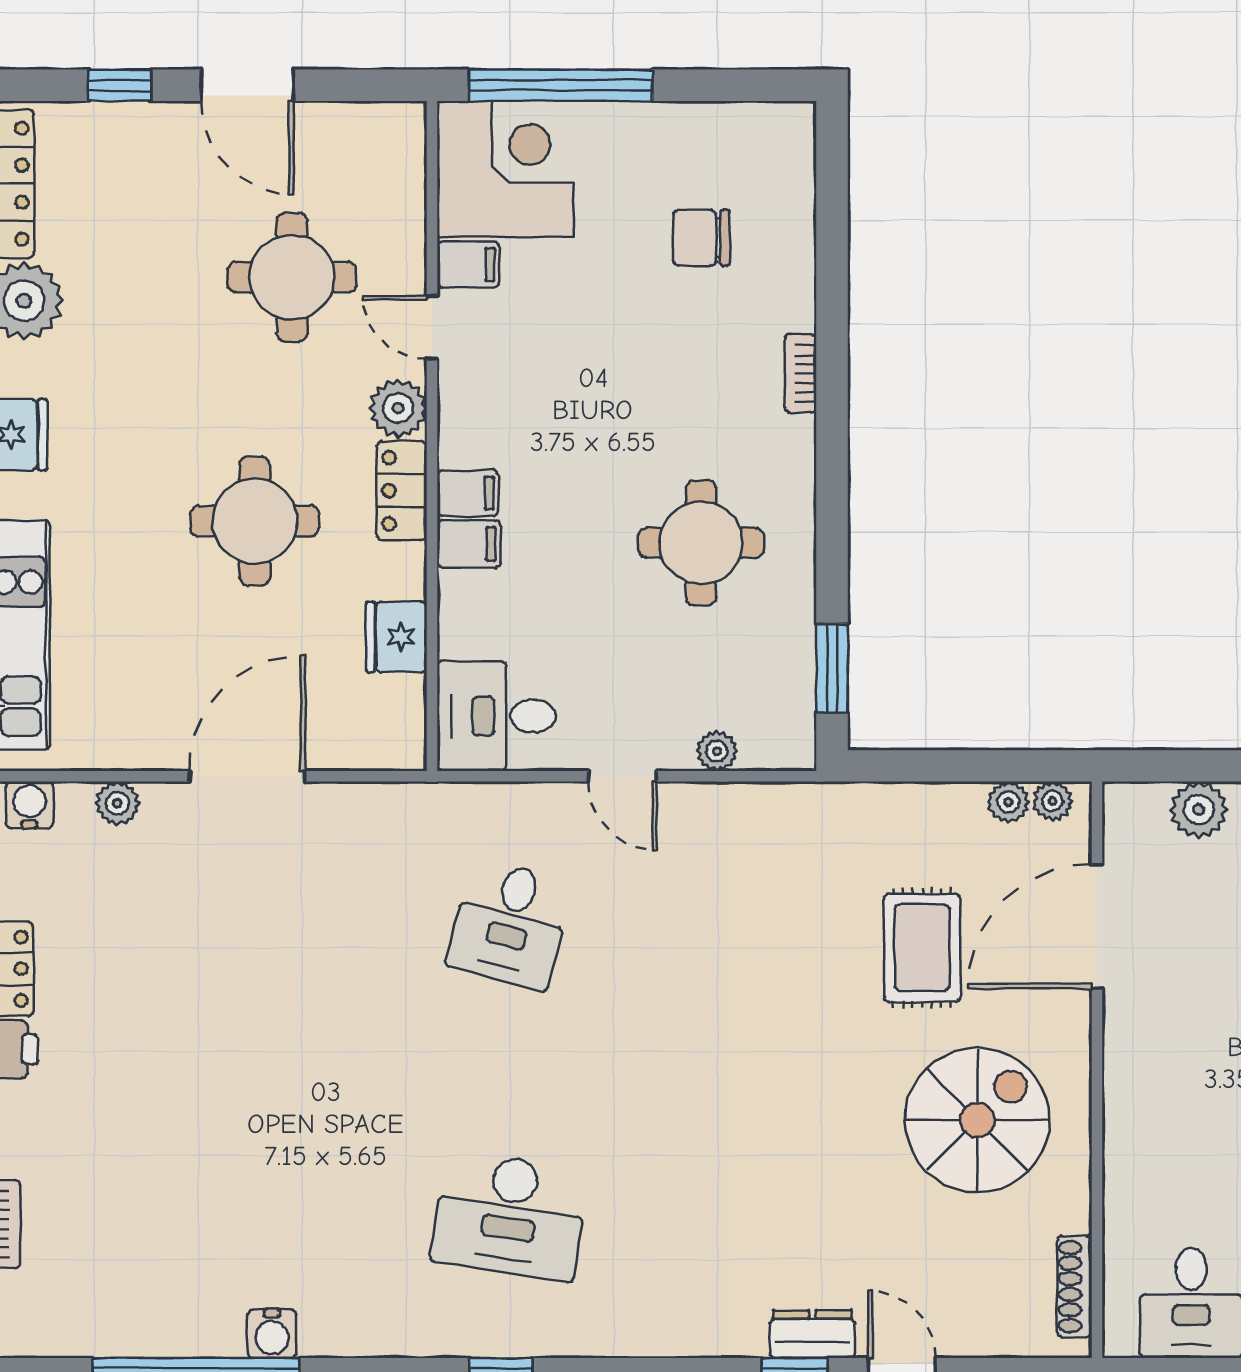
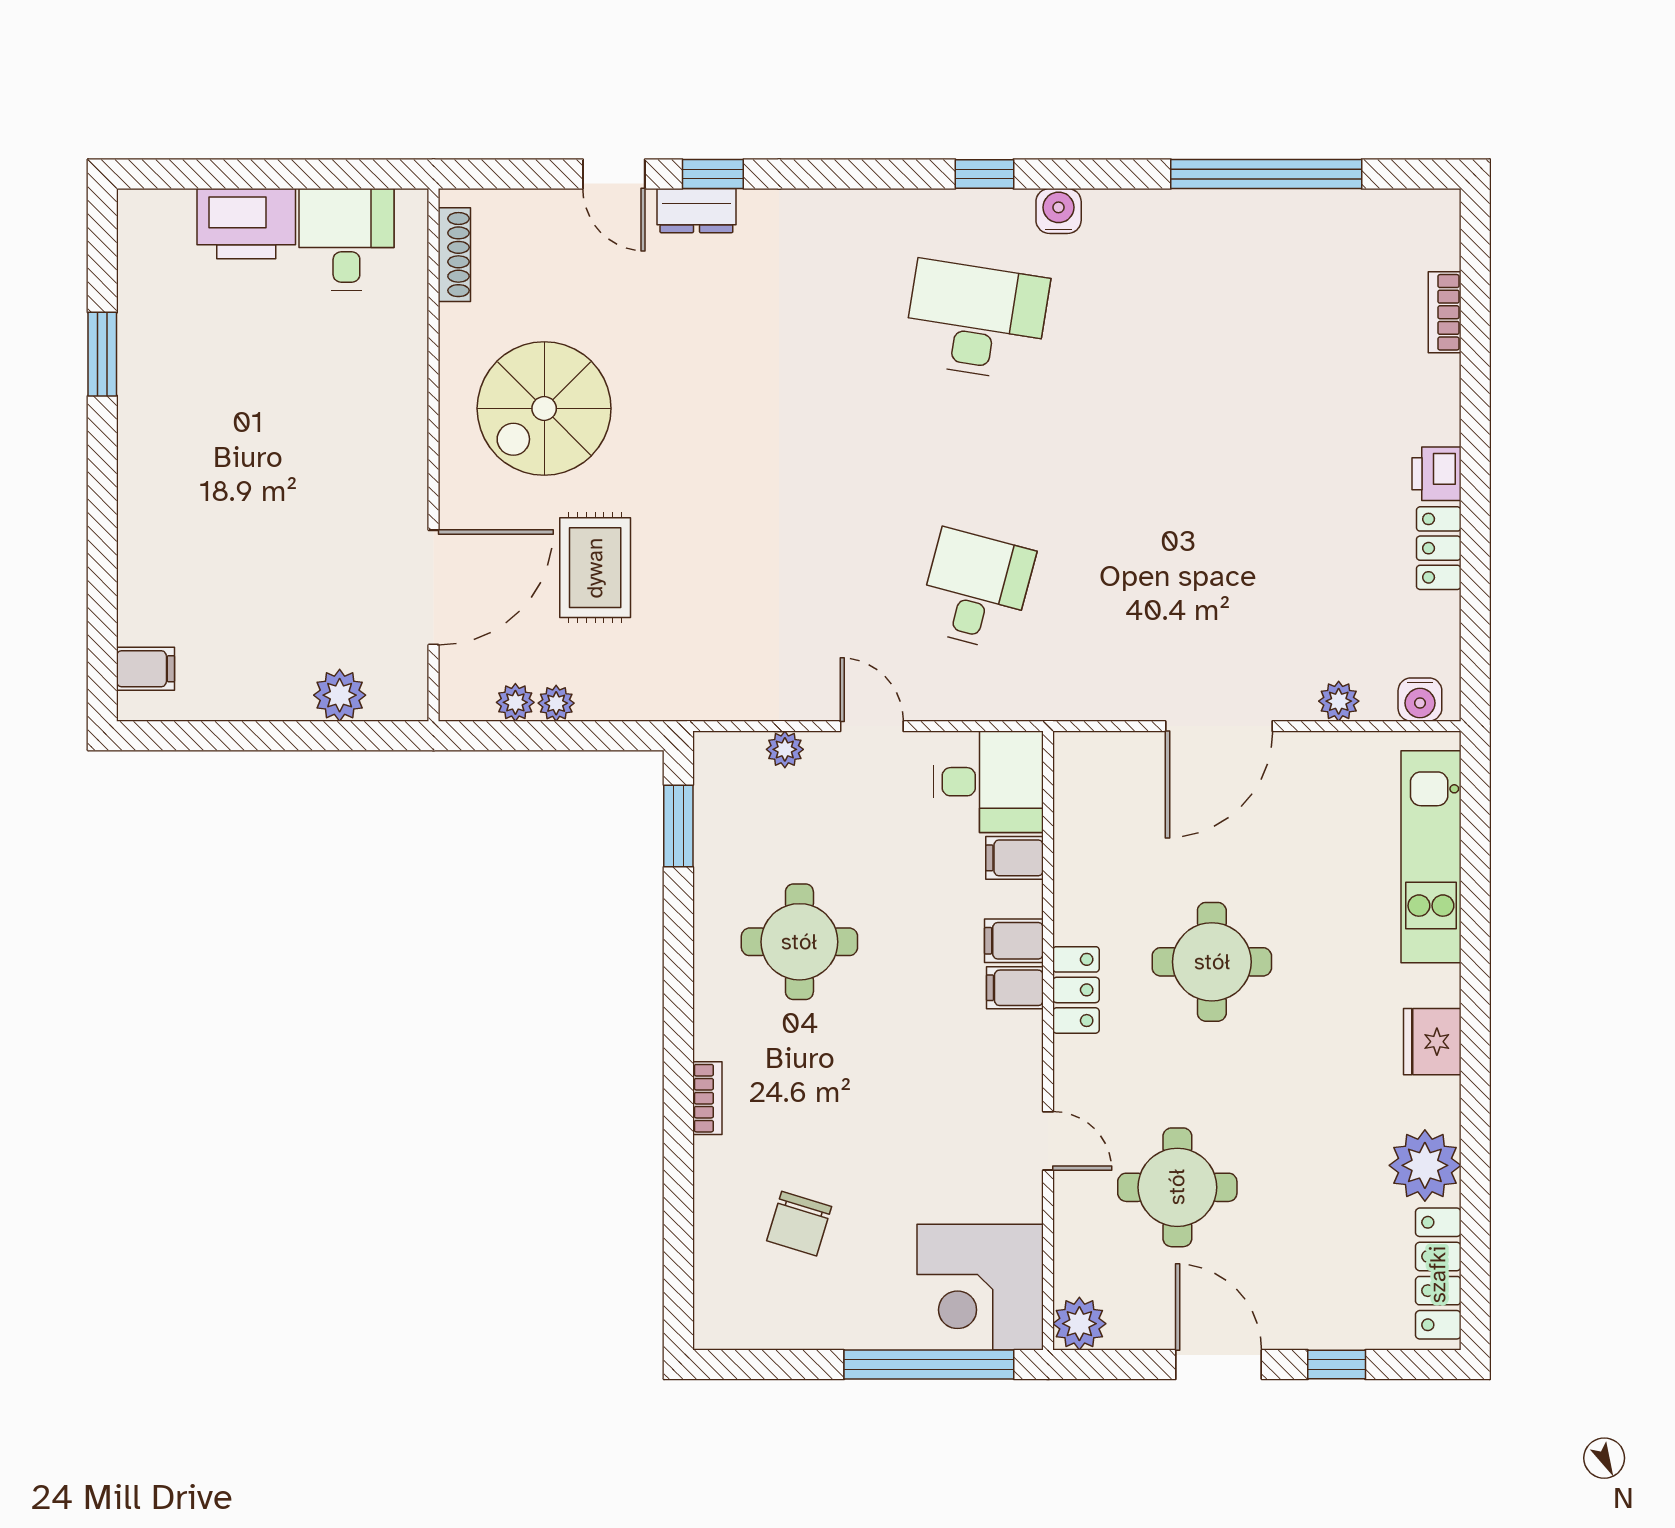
chair: (701, 238) -> (799, 1224), turned 107
filing cabinet: (468, 265) -> (1015, 858), moved
plant: (398, 408) -> (1079, 1324), moved
fridge: (396, 637) -> (1081, 855), removed
plant: (1053, 801) -> (556, 703), moved
water cooler: (272, 1334) -> (1059, 211), moved

